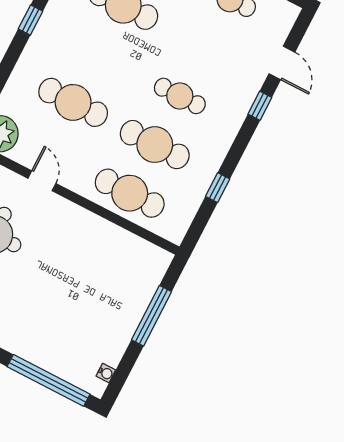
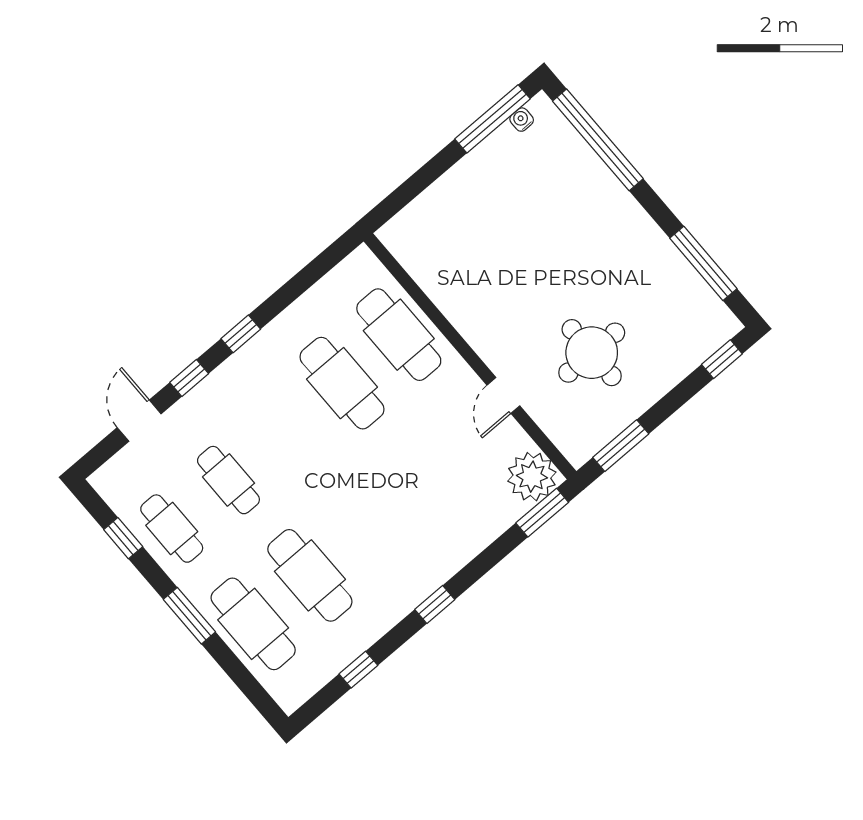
cafe table: (180, 96) -> (228, 480), moved
cafe table: (73, 102) -> (423, 478), removed
window: (218, 188) -> (241, 334), moved
window: (151, 316) -> (493, 119), moved

